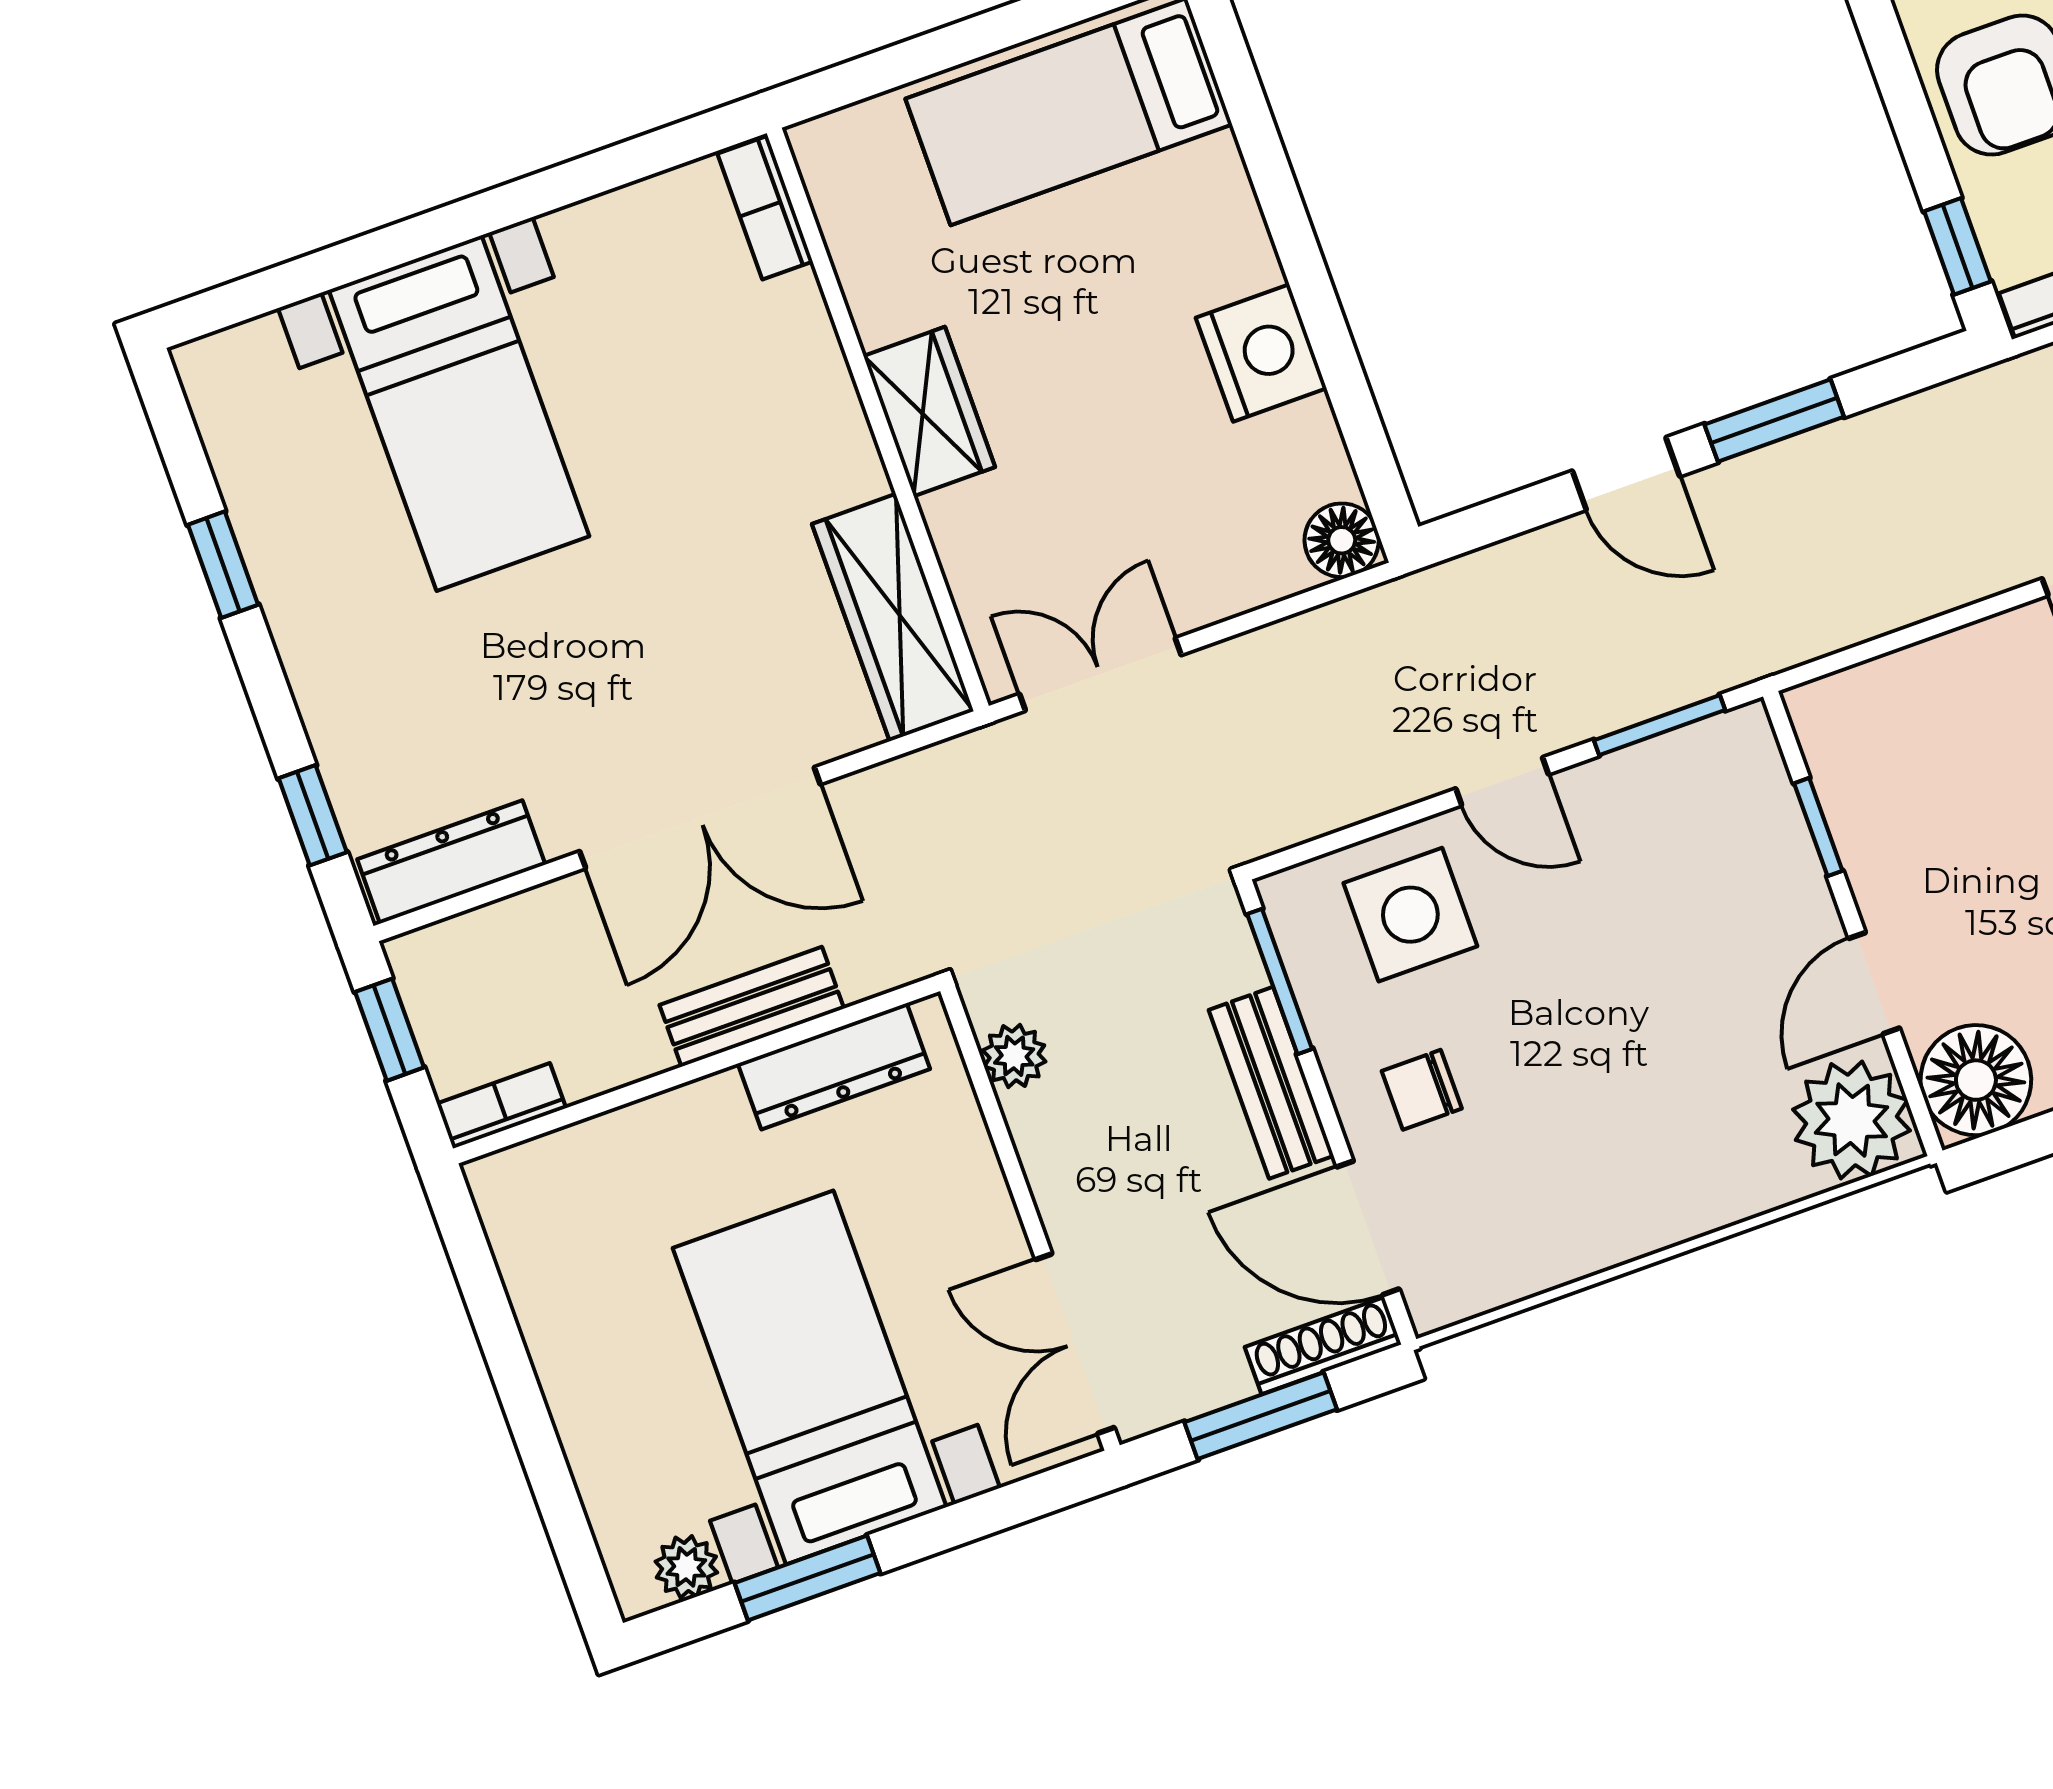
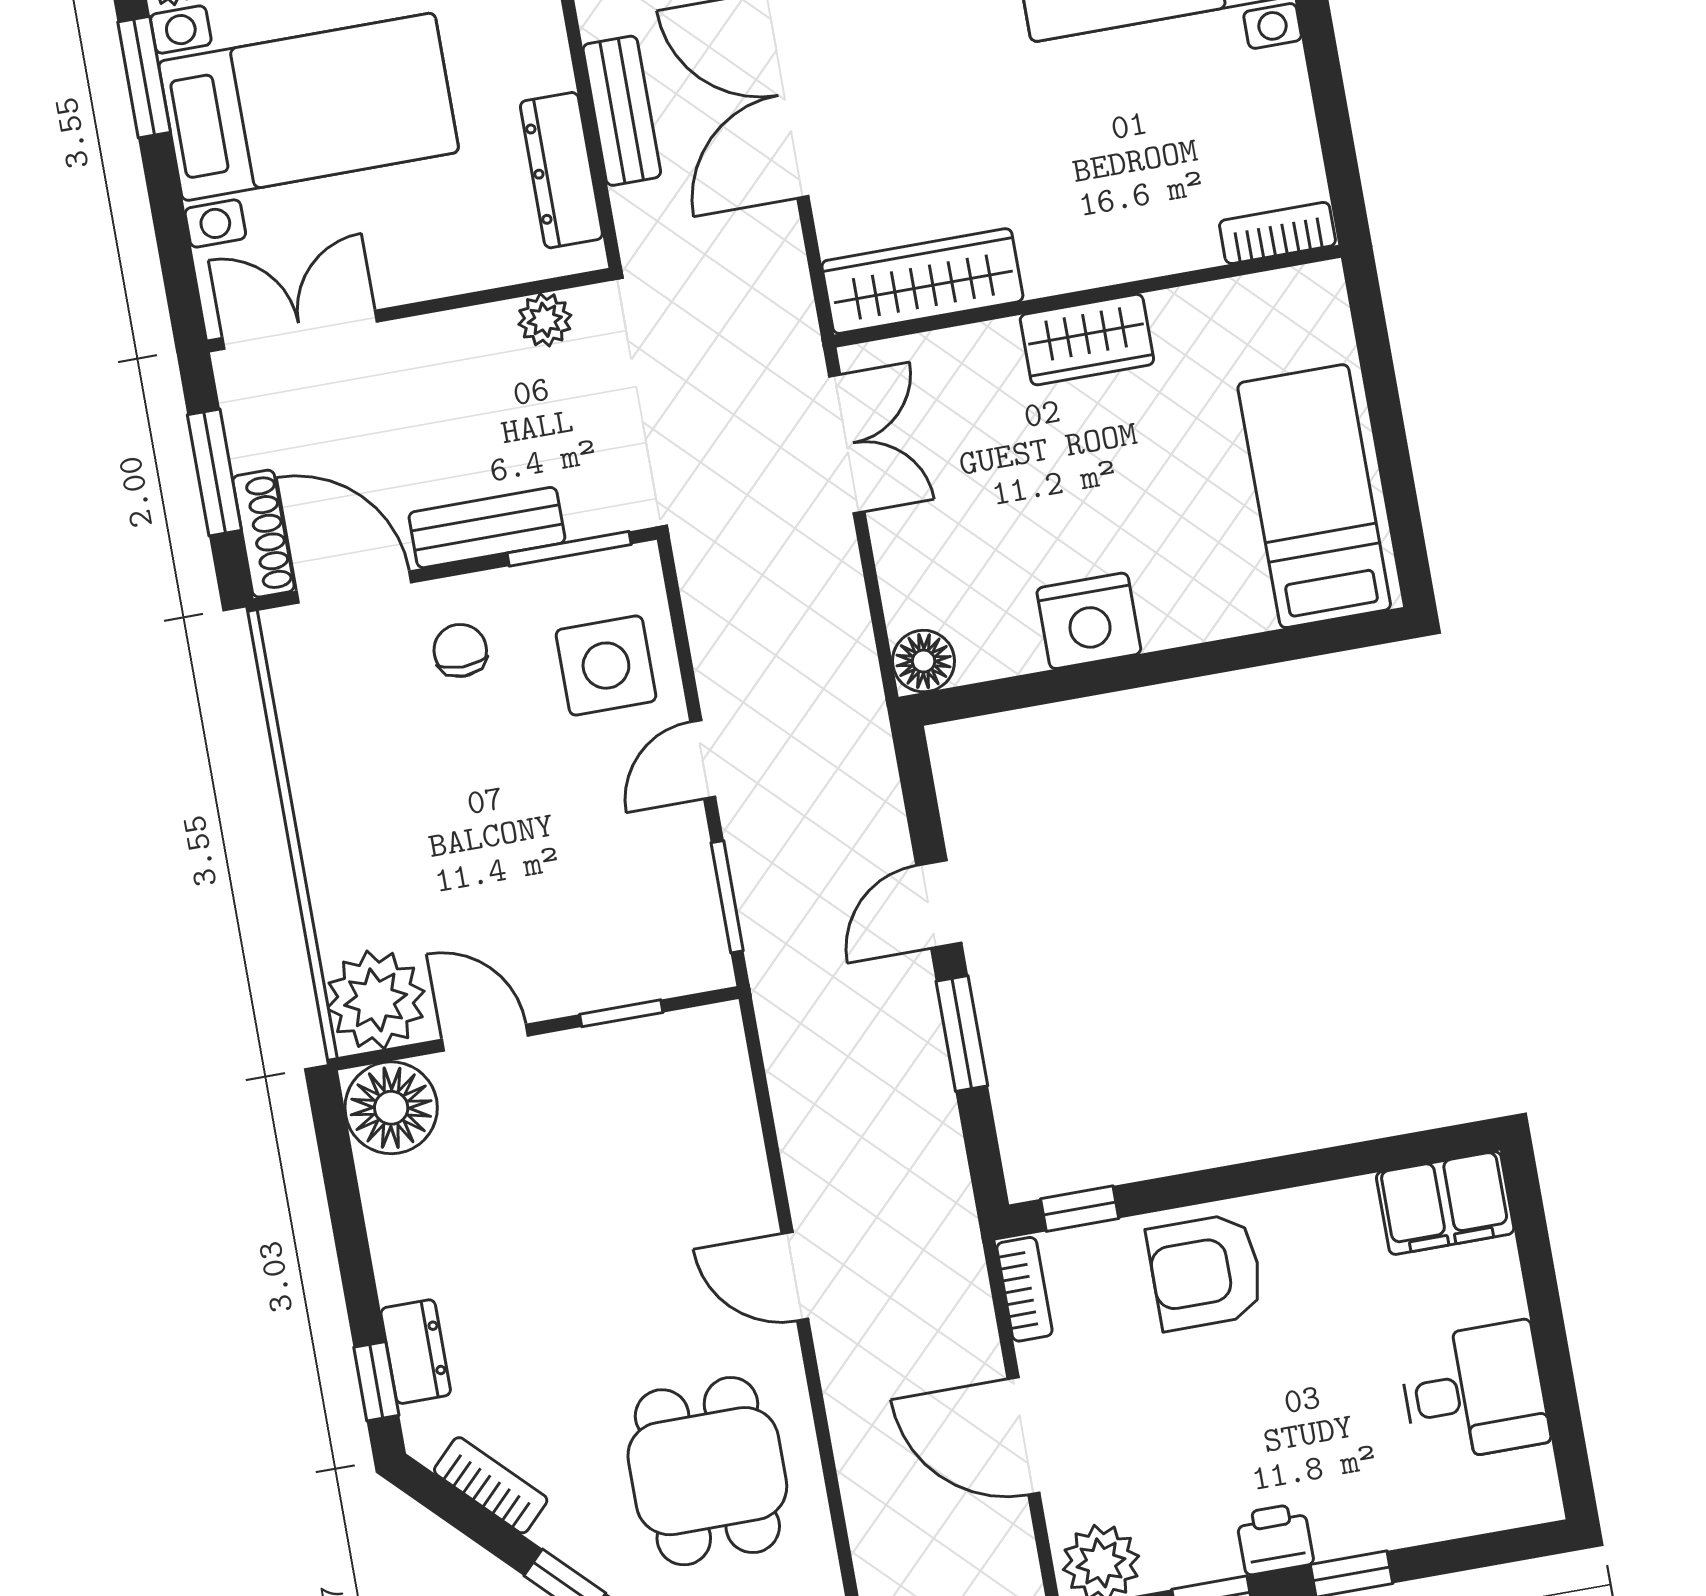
door: (1368, 1228) -> (354, 587), hinge flipped

